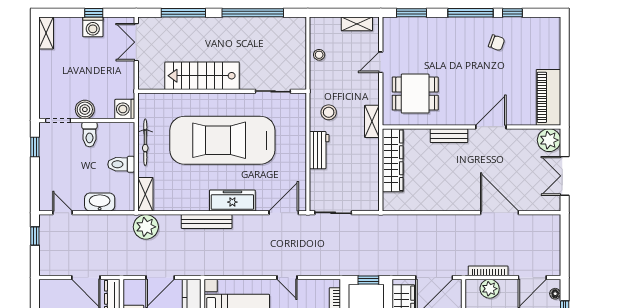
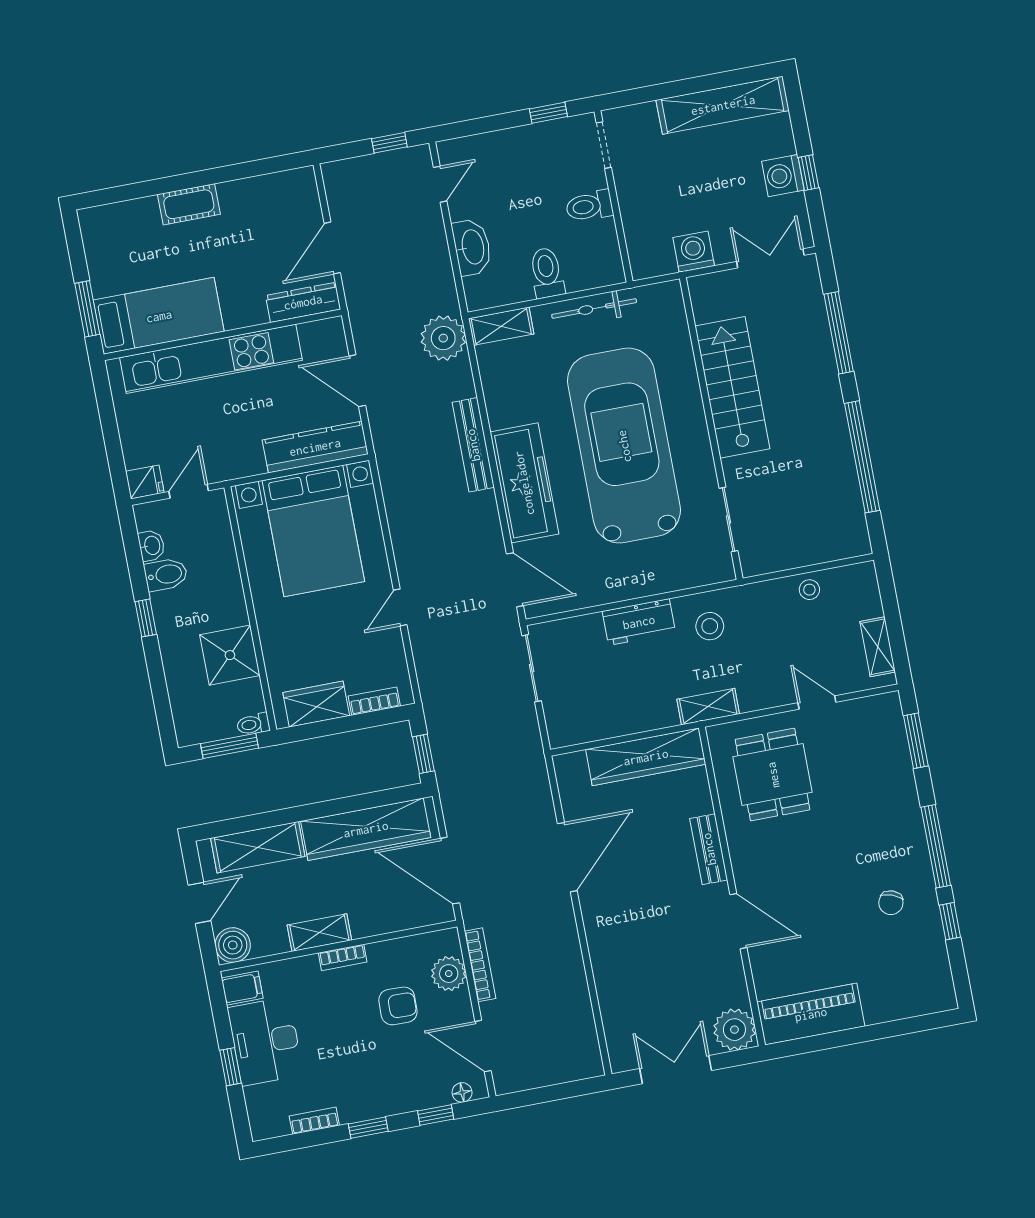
shelving: (46, 33) -> (723, 105), width x2.20, depth x1.33
boiler: (85, 109) -> (632, 189), removed
washing machine: (125, 109) -> (694, 252), moved
freezer: (232, 201) -> (524, 483), width x1.36, depth x1.26
door: (499, 213) -> (567, 857), moved

